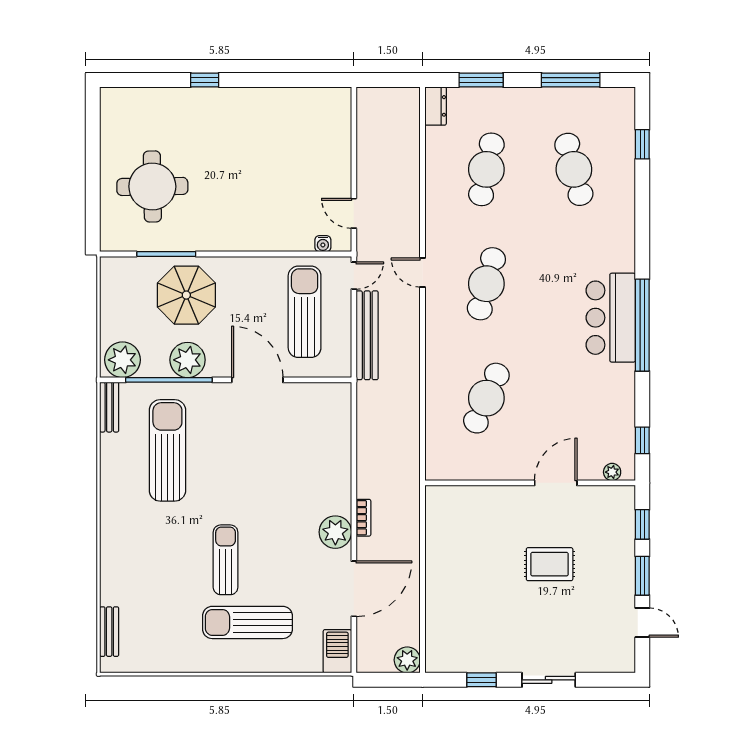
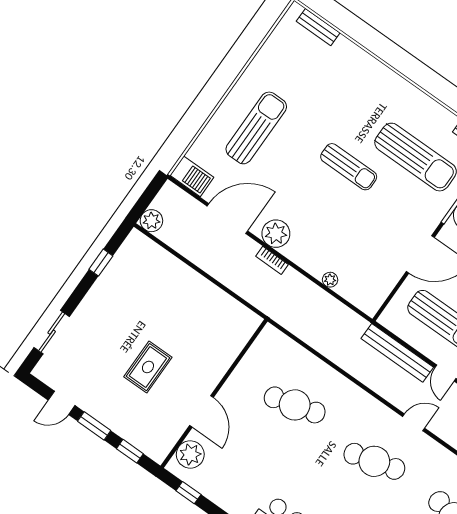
cafe table: (486, 284) -> (374, 461), turned -30
cafe table: (486, 398) -> (295, 405), turned -39
plant: (343, 449) -> (330, 280), added
plant: (612, 472) -> (190, 454), width x1.88, depth x1.88
sun lounger: (226, 560) -> (349, 167), moved
door: (354, 589) -> (227, 219), swing flipped
sliding door: (549, 680) -> (52, 332), moved

